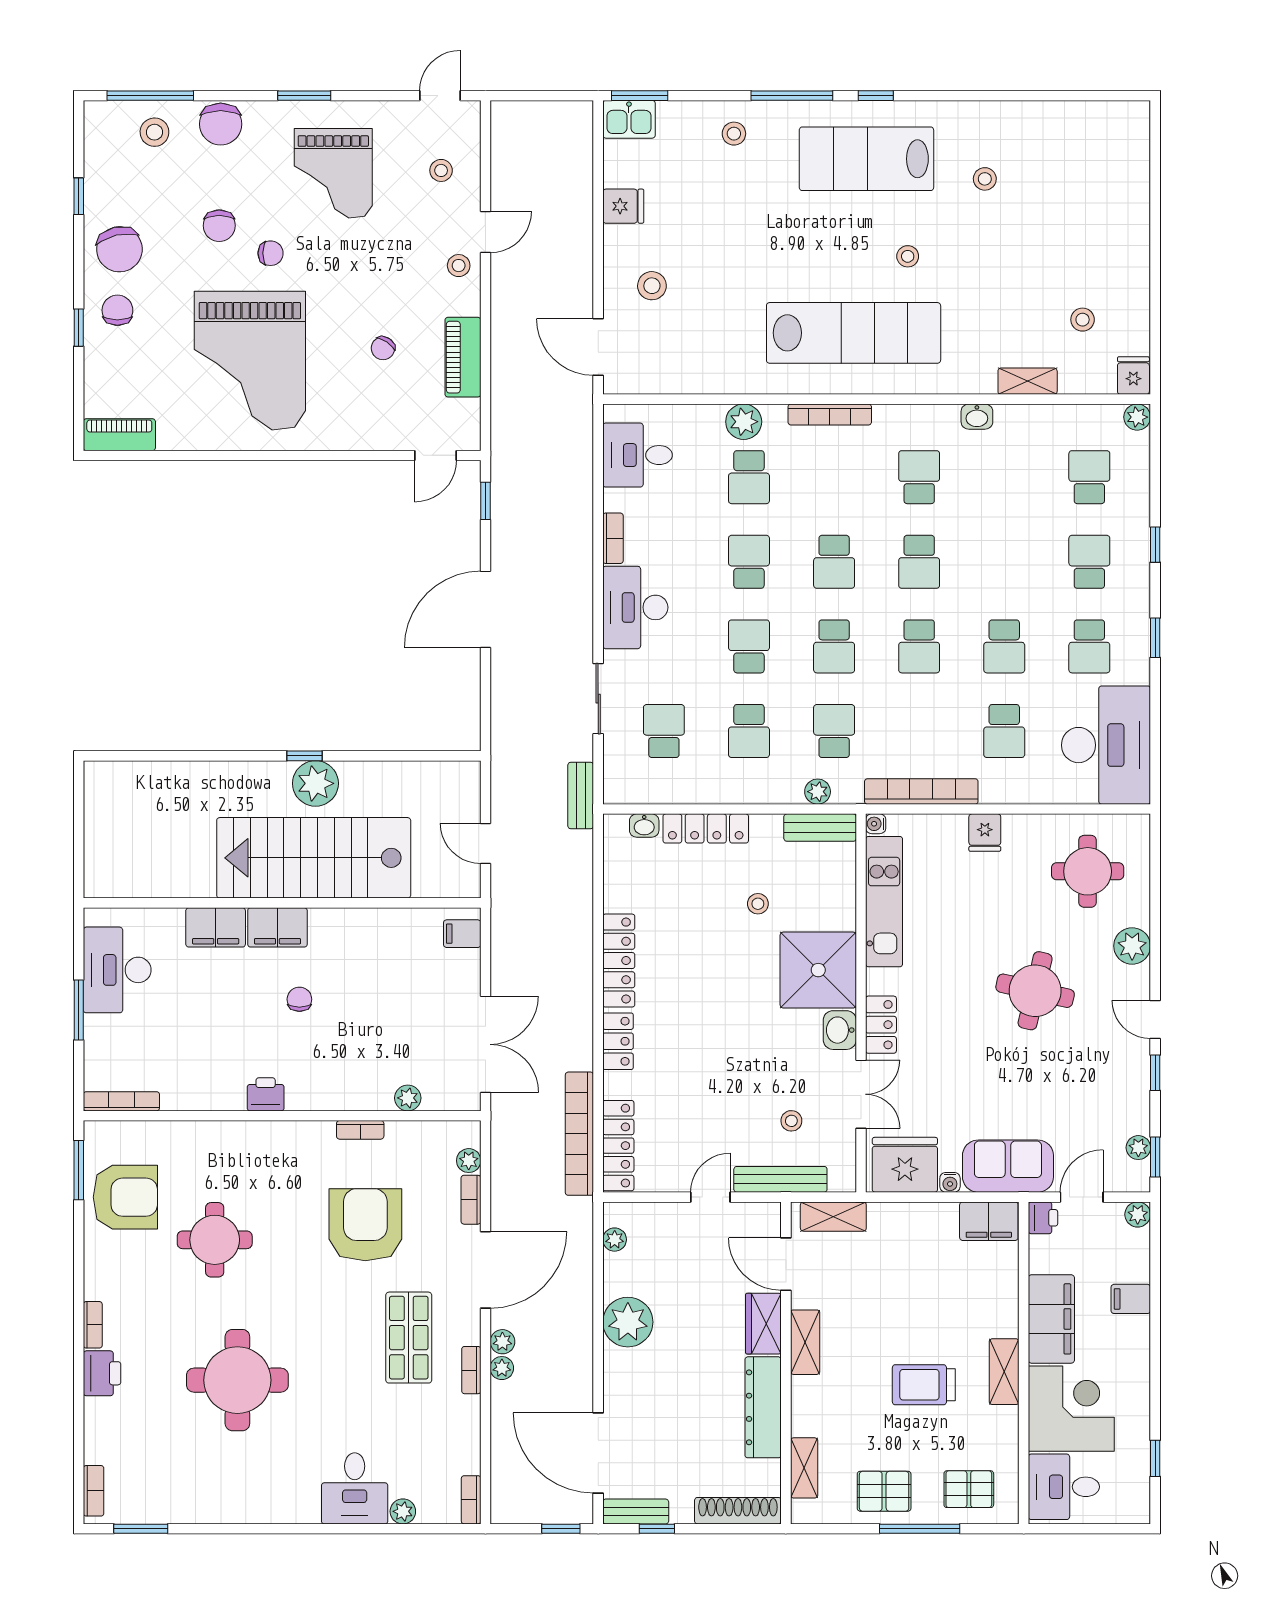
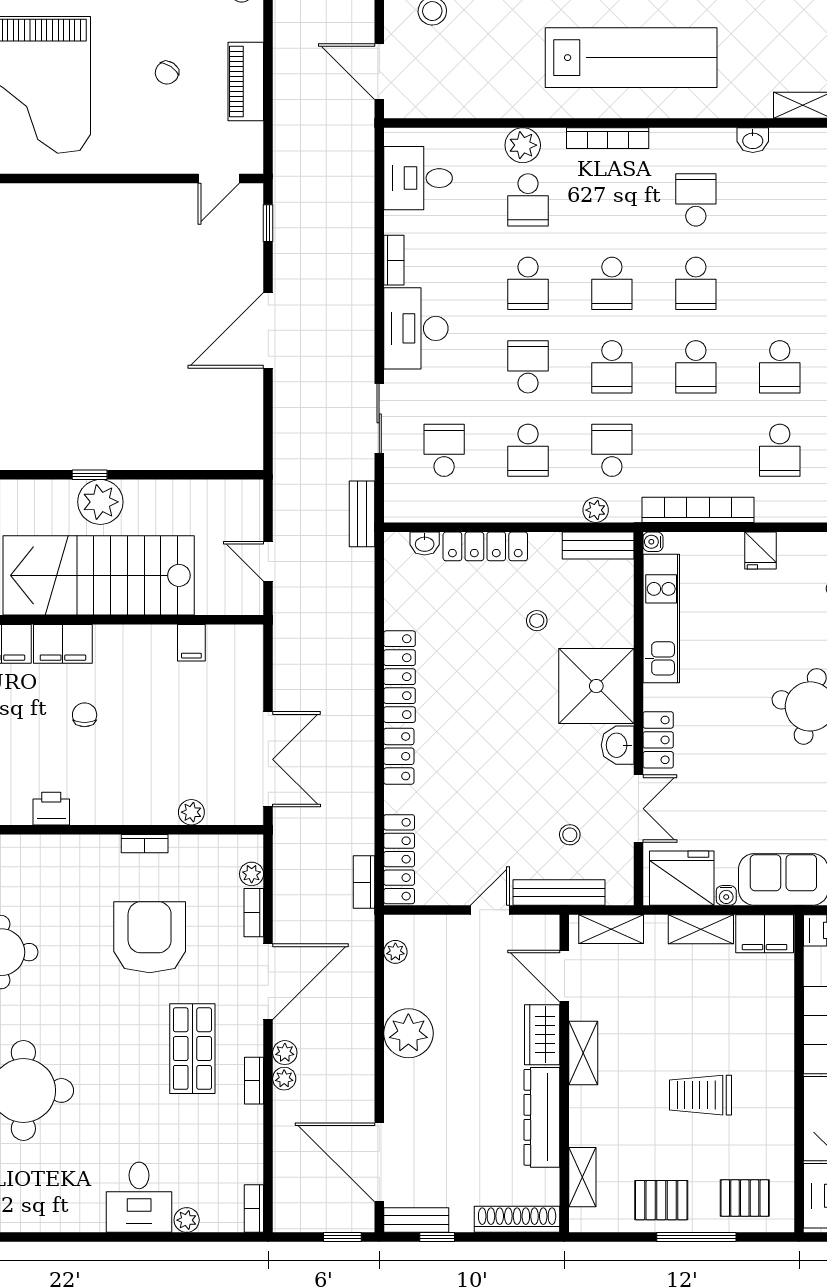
school desk: (749, 562) -> (528, 283), turned 180
filing cabinet: (462, 934) -> (191, 643), moved, turned -90
bookcase: (579, 1134) -> (364, 882), width x0.43, depth x0.76
shelving: (1004, 1372) -> (701, 929), moved, turned 90

